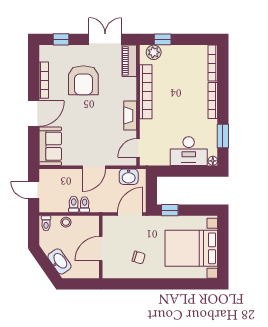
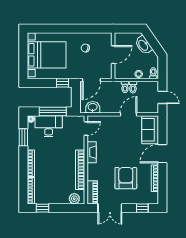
window: (163, 39) -> (43, 208), moved
door: (94, 167) -> (128, 114), moved
window: (183, 171) -> (53, 112), added

